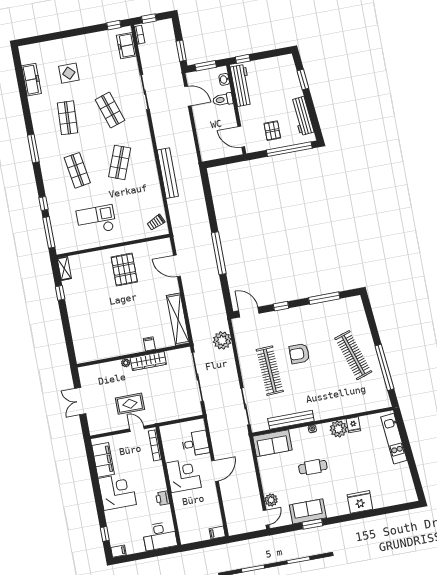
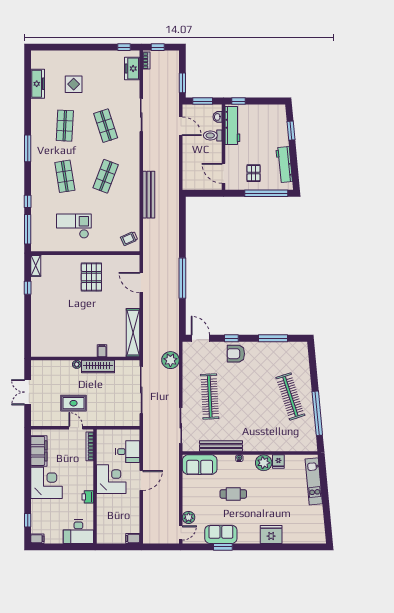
armchair: (299, 354) -> (236, 354), moved

